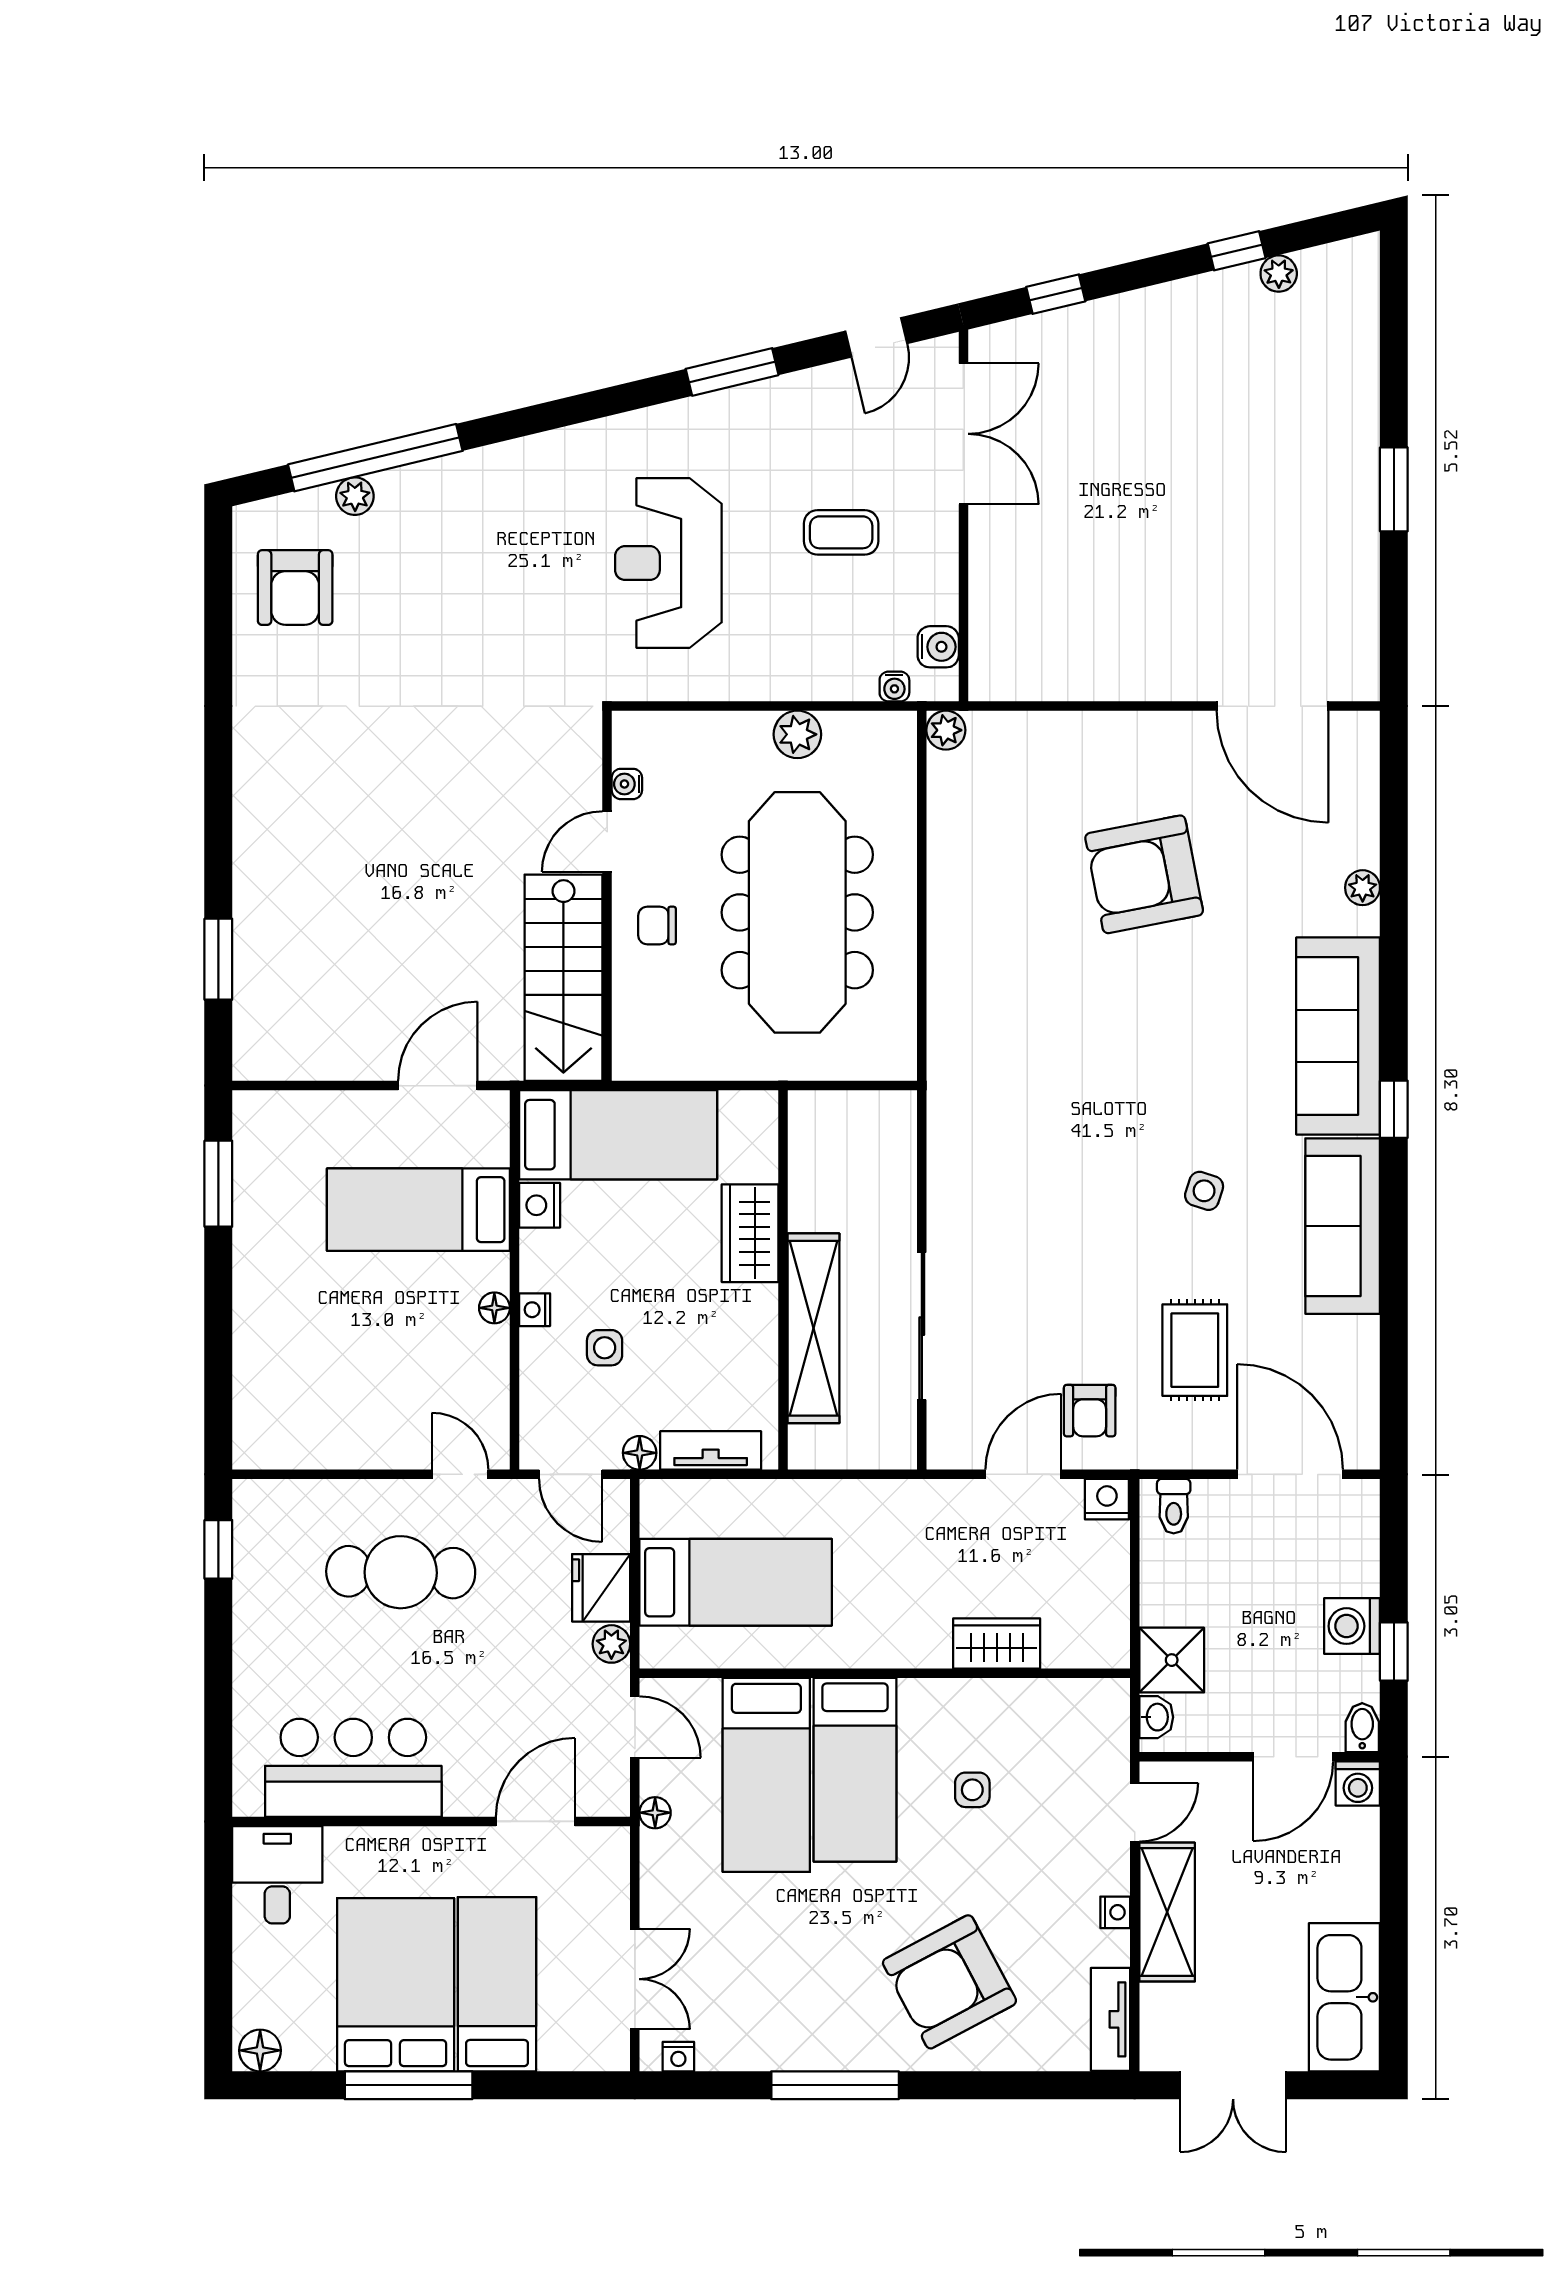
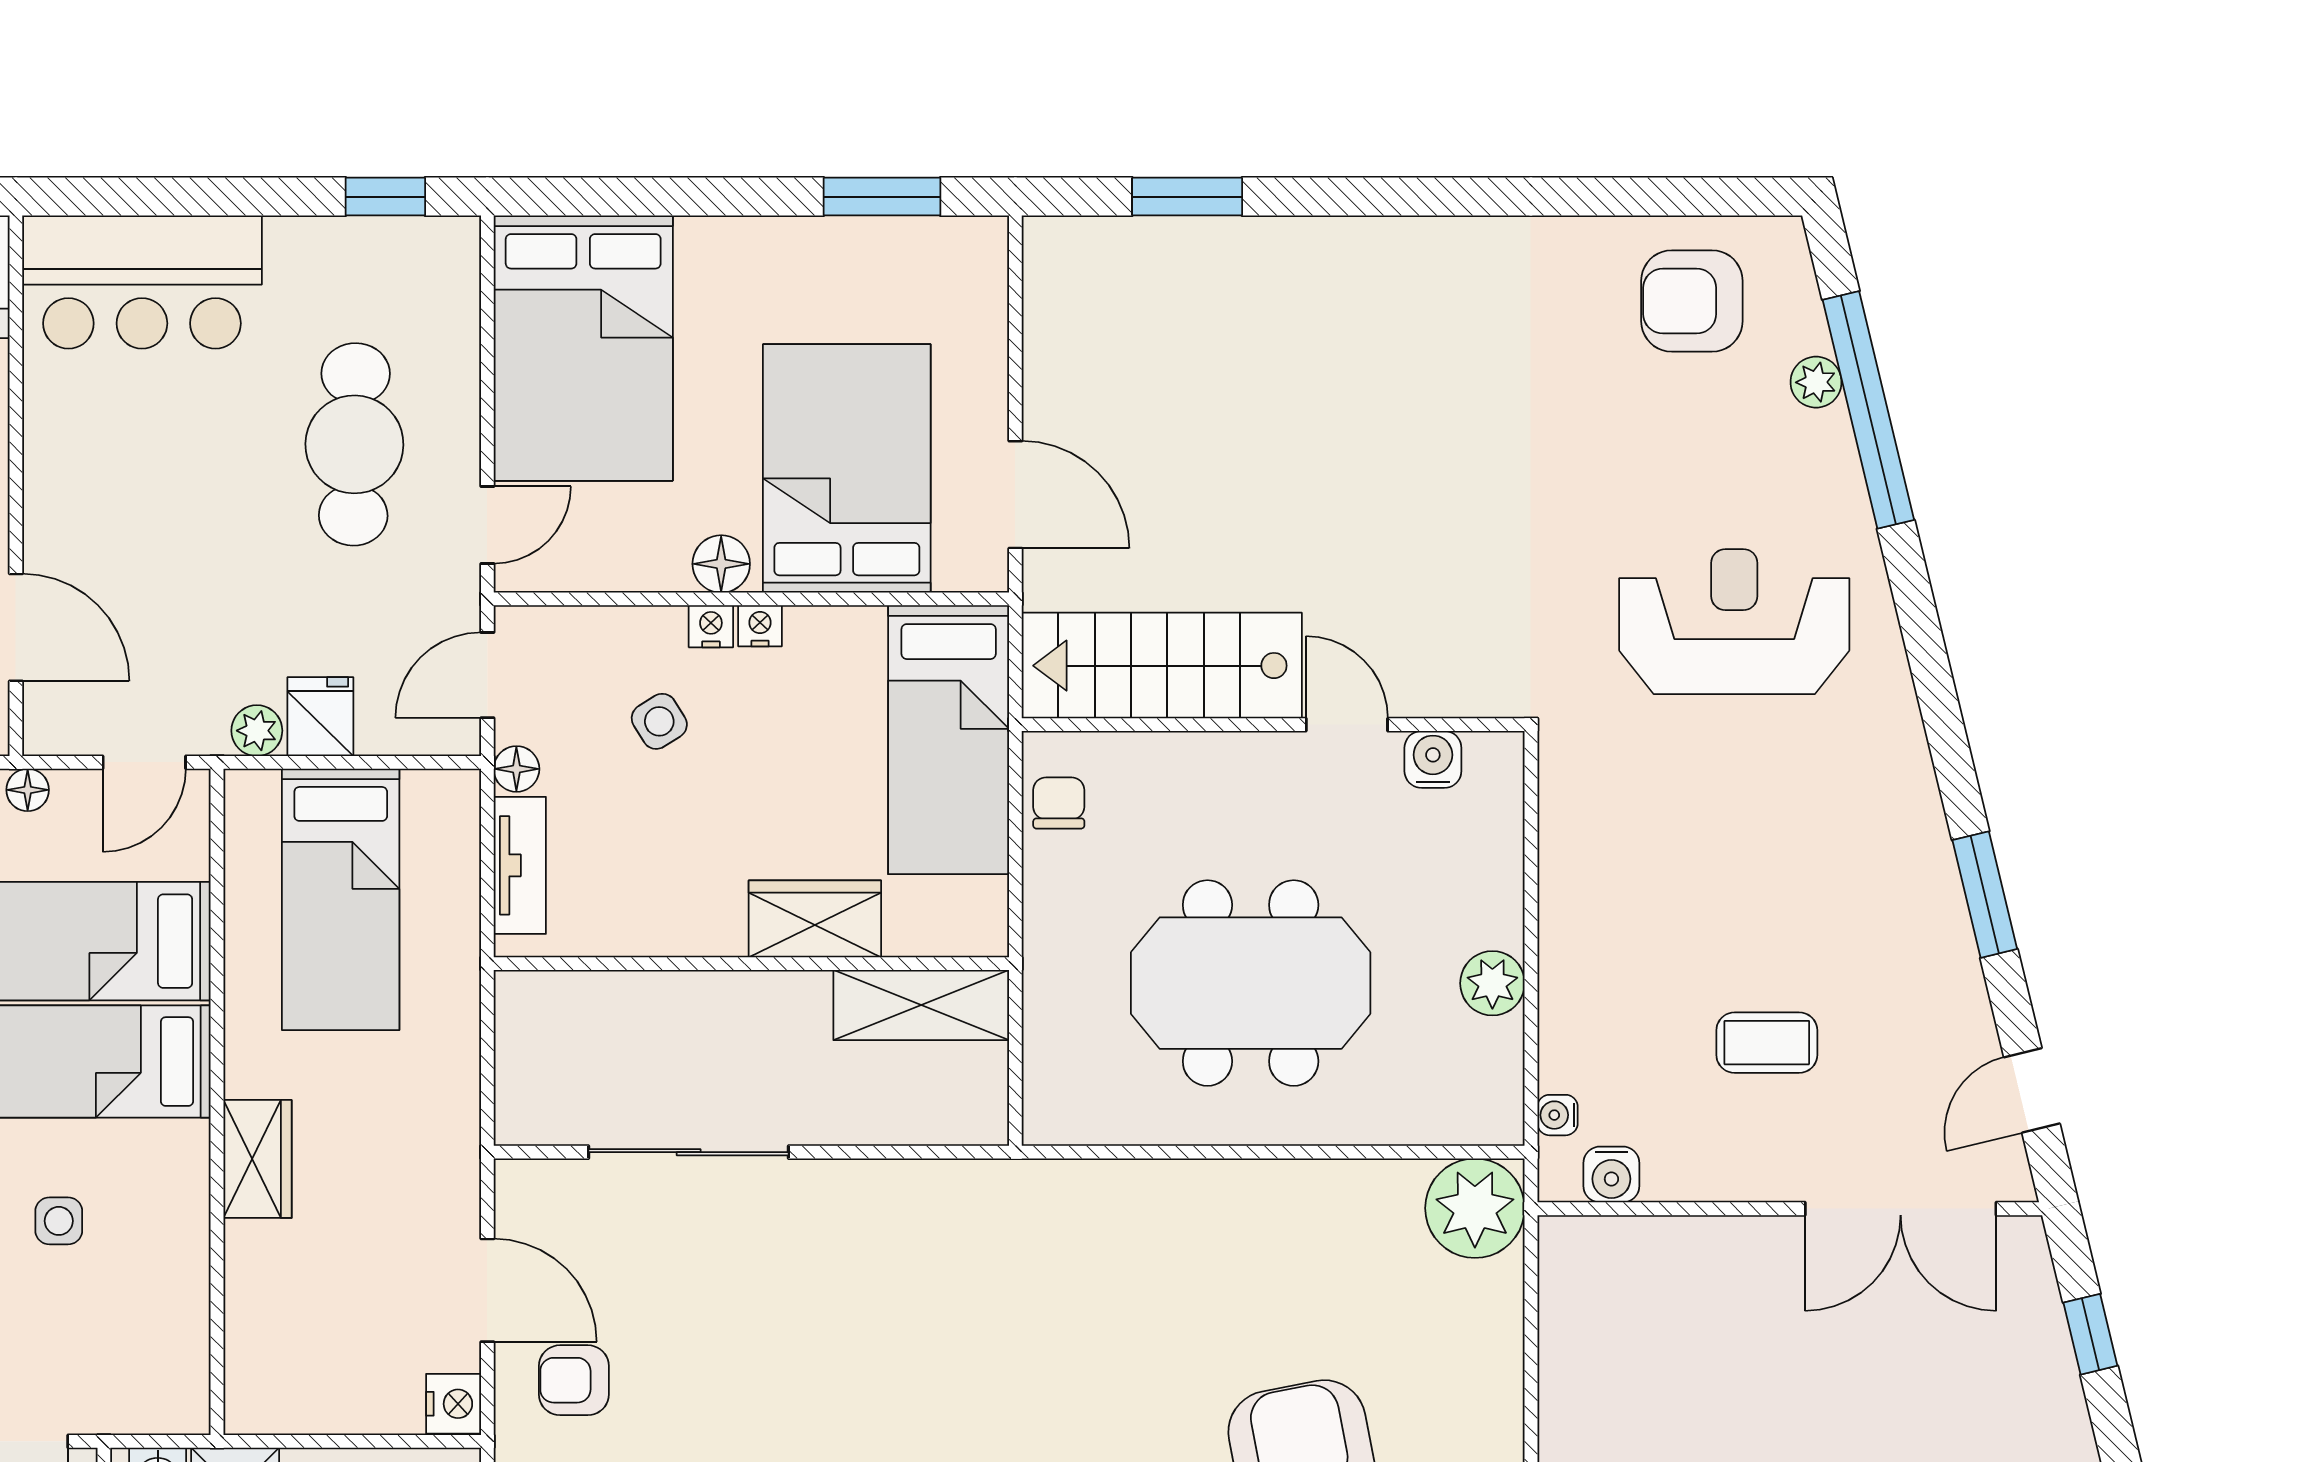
door: (876, 337) -> (2032, 1090), hinge flipped
coffee table: (841, 532) -> (1767, 1043), turned 90
reception desk: (668, 563) -> (1734, 622), moved
plant: (946, 730) -> (1475, 1208), width x1.87, depth x1.87
water cooler: (627, 784) -> (1433, 759), width x1.38, depth x1.38
meeting table: (797, 912) -> (1251, 983), width x0.73
chair: (657, 925) -> (1059, 803), moved
nightstand: (540, 1205) -> (760, 626), moved, width x0.72, depth x0.74
bed: (418, 1210) -> (847, 468), width x1.50
floor lamp: (494, 1308) -> (721, 564), width x1.37, depth x1.37
shelving: (813, 1328) -> (921, 1005), moved, width x0.68
side table: (605, 1348) -> (659, 721), turned -32
bed: (330, 1404) -> (583, 348), added
fridge: (601, 1588) -> (320, 717), width x0.72
wardrobe: (997, 1643) -> (257, 1159), moved
bar counter: (353, 1768) -> (142, 282), moved, turned 90

